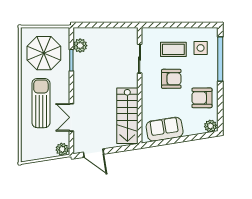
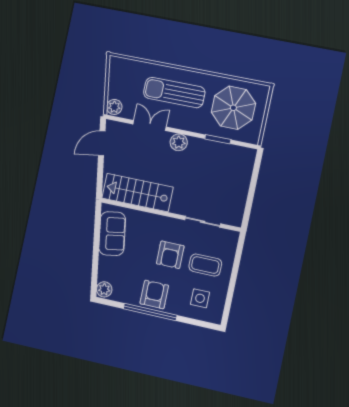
plant: (80, 46) -> (179, 142), moved
coffee table: (173, 49) -> (205, 265), turned 90
window: (220, 59) -> (150, 312), moved
armchair: (202, 98) -> (154, 294), moved
sun lounger: (41, 103) -> (174, 93), turned 180

